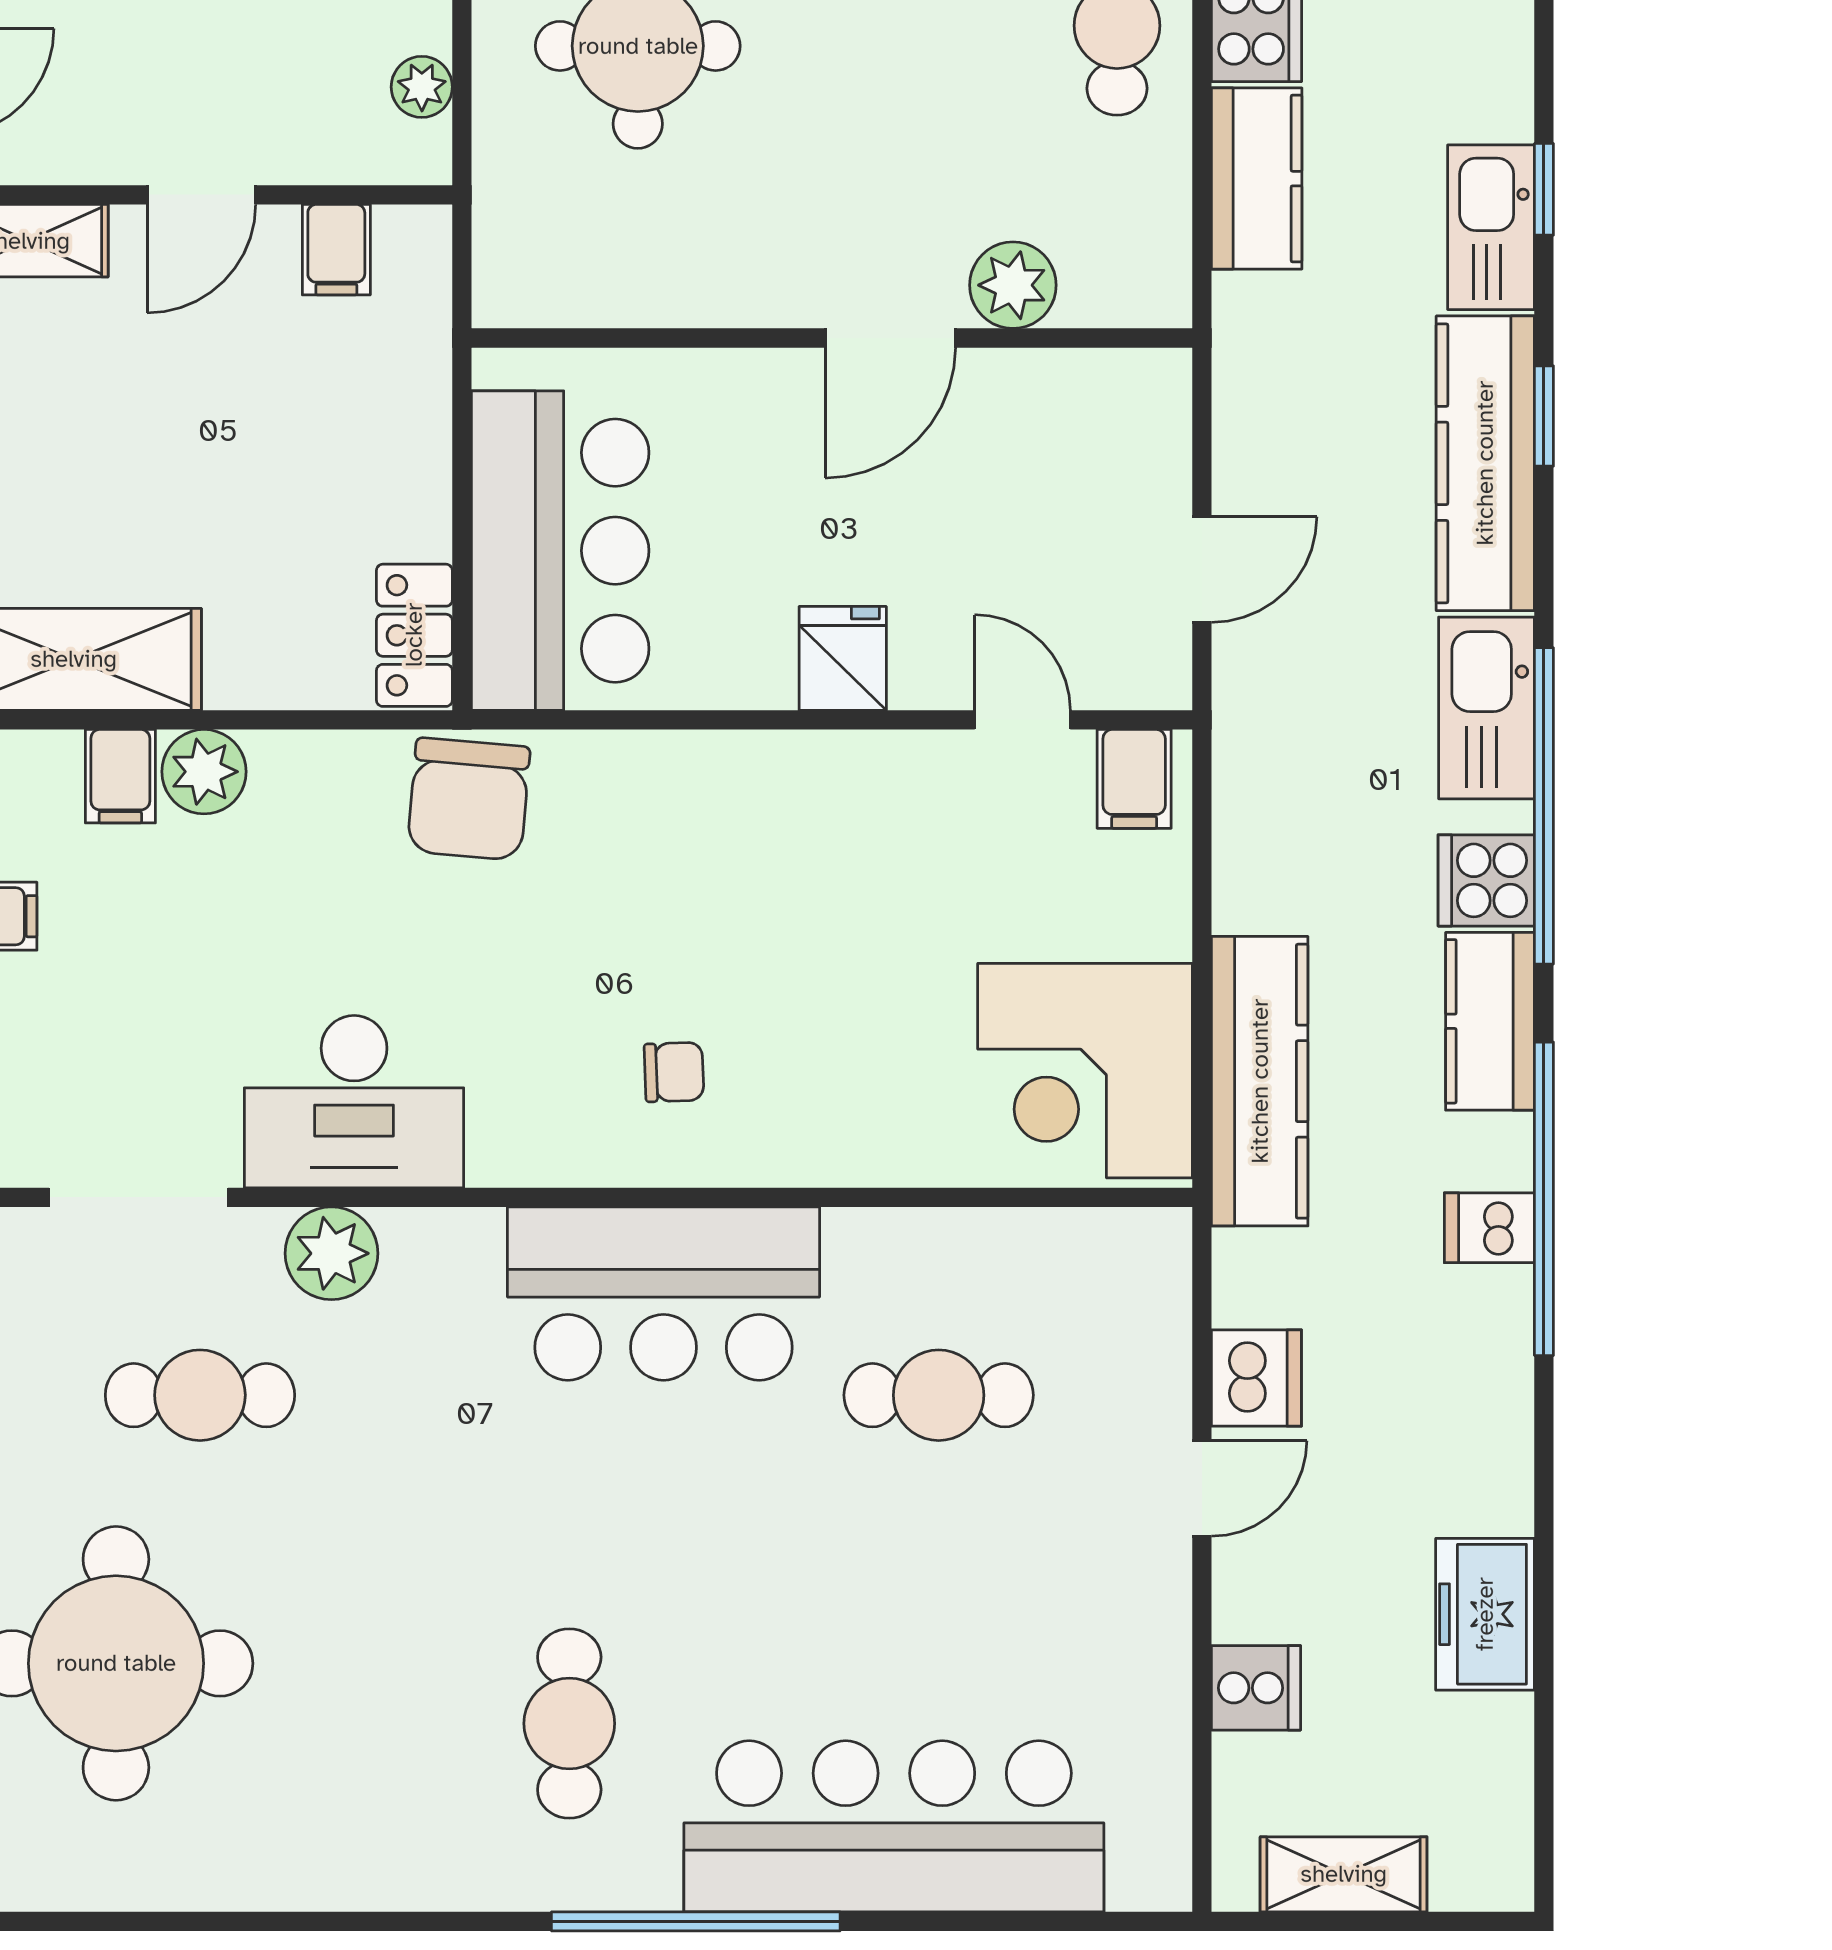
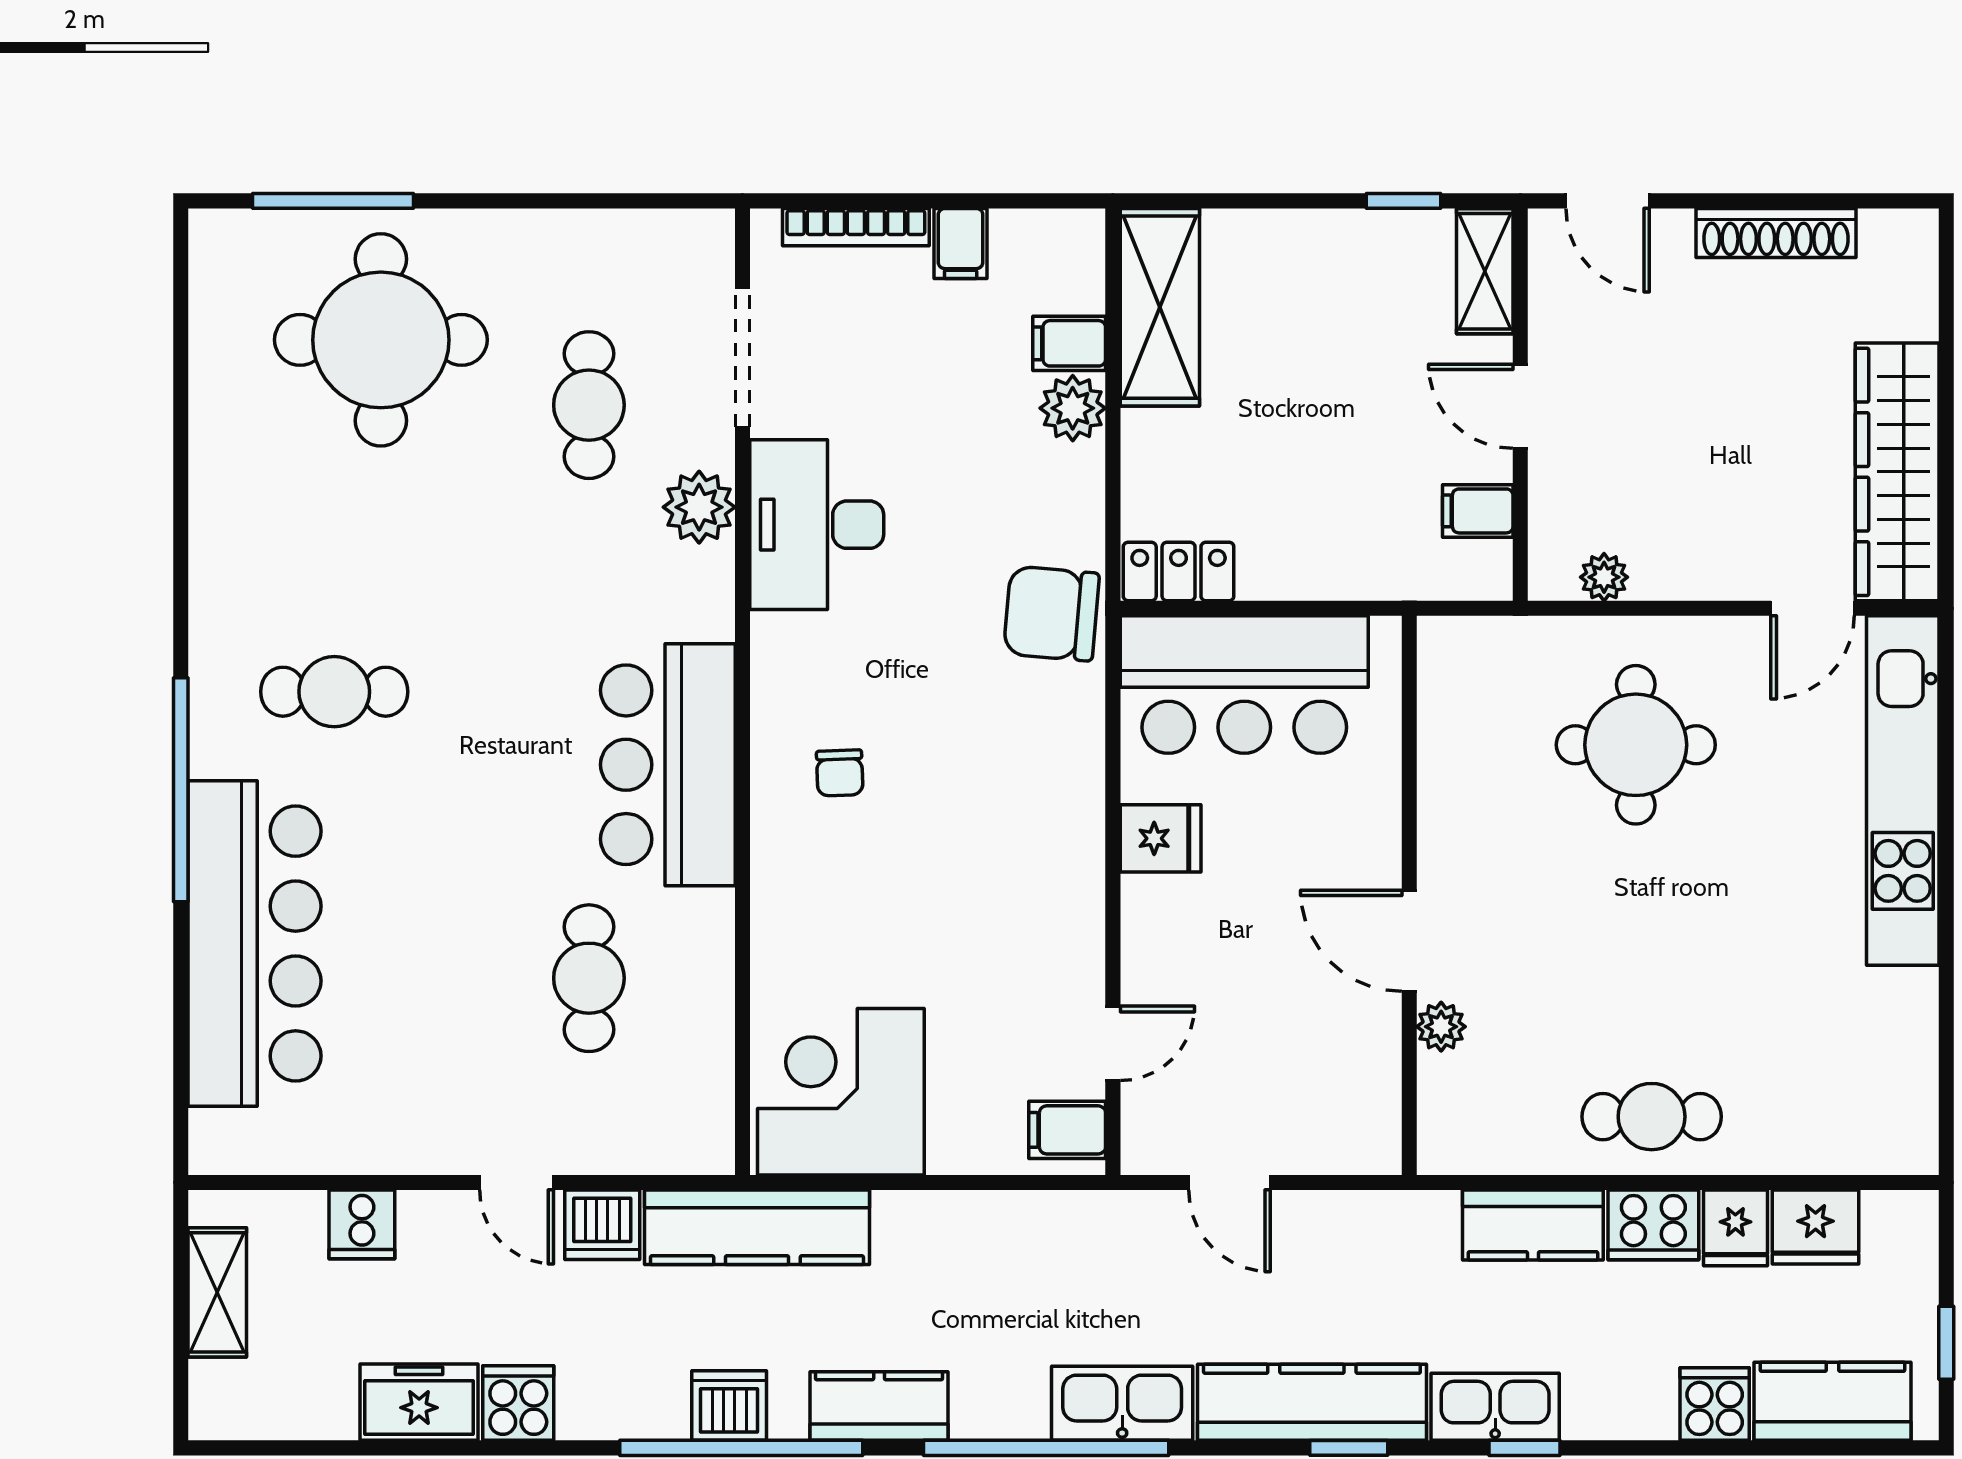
plant: (1013, 285) -> (1441, 1027), width x0.73, depth x0.73
fridge: (843, 658) -> (1161, 838), moved
cooker: (1486, 880) -> (518, 1403), moved
kitchen counter: (1260, 1081) -> (757, 1227), moved
dishwasher: (1489, 1228) -> (729, 1406), width x1.38

